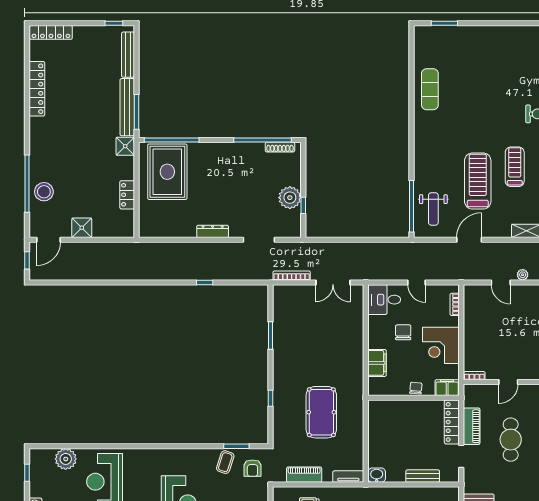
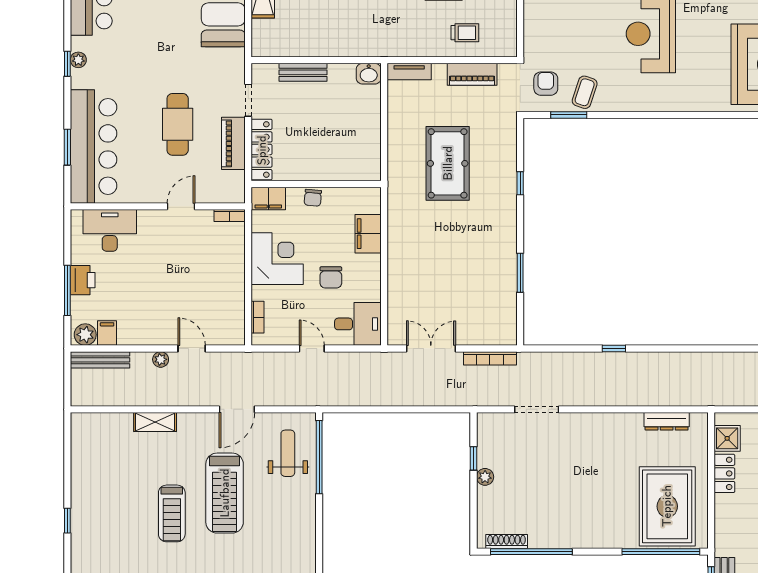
shower: (125, 146) -> (727, 438), moved
plant: (290, 198) -> (485, 477), width x0.53, depth x0.53
dresser: (213, 231) -> (667, 421), moved

